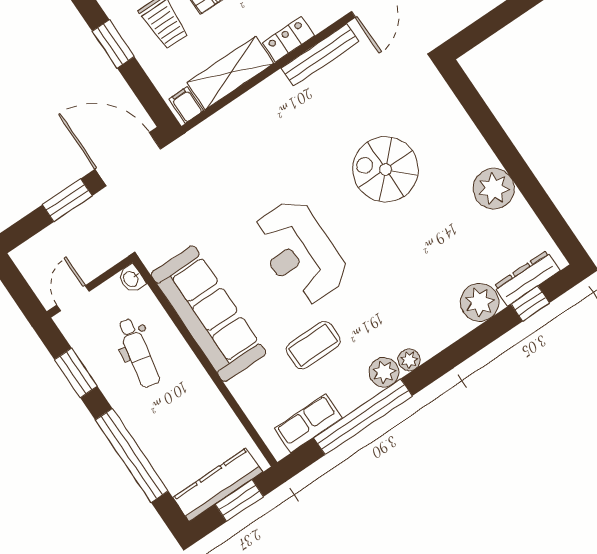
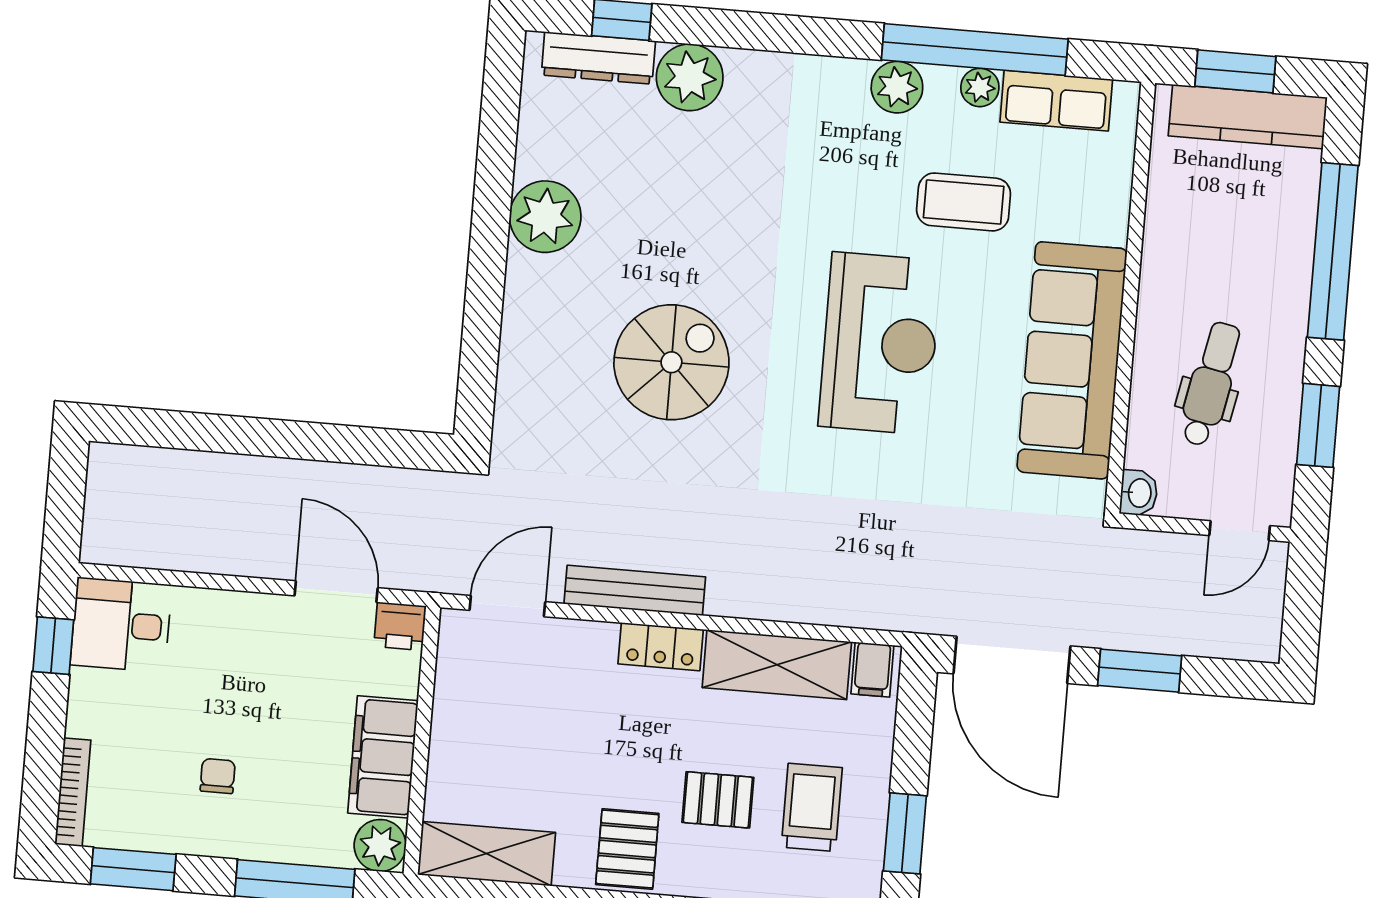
spiral stairs: (386, 169) -> (671, 362), turned -90
plant: (409, 360) -> (980, 87), moved

